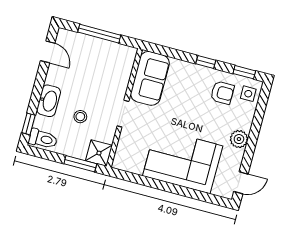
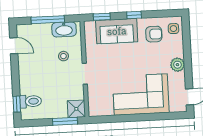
window: (244, 72) -> (102, 17), moved
sofa: (150, 78) -> (117, 31), moved, turned 90
washbasin: (49, 101) -> (64, 29), moved, turned 90
stool: (80, 117) -> (63, 56), moved
toilet: (43, 139) -> (31, 101), moved

